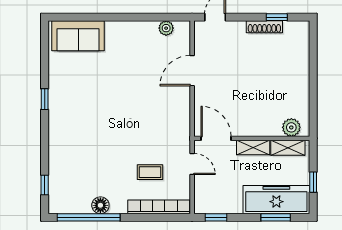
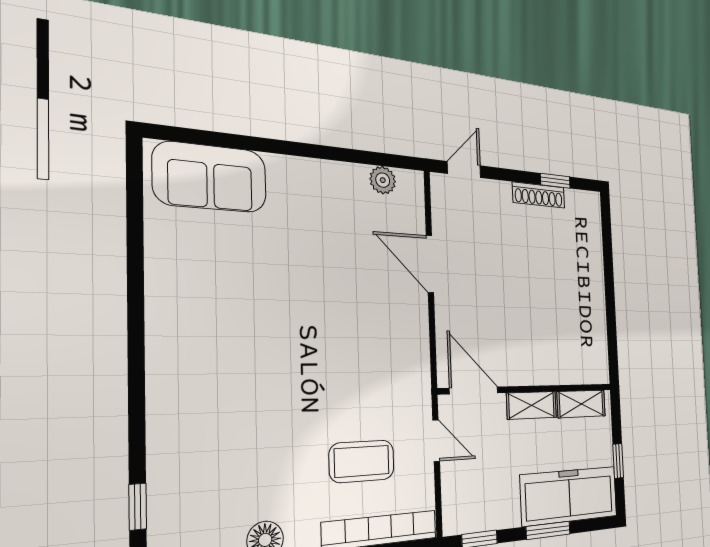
door: (192, 71) -> (430, 264), hinge flipped
window: (45, 99) -> (136, 310), removed
plant: (291, 127) -> (584, 369), removed
coffee table: (150, 172) -> (362, 461), width x1.36, depth x1.30
window: (276, 217) -> (548, 530), moved

